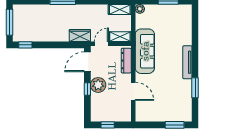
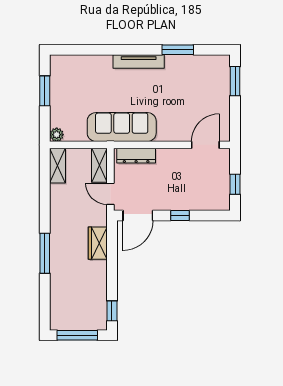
wardrobe: (80, 36) -> (98, 243), moved
door: (87, 62) -> (138, 215), hinge flipped
plant: (98, 85) -> (174, 199), removed
door: (133, 91) -> (205, 145), moved

